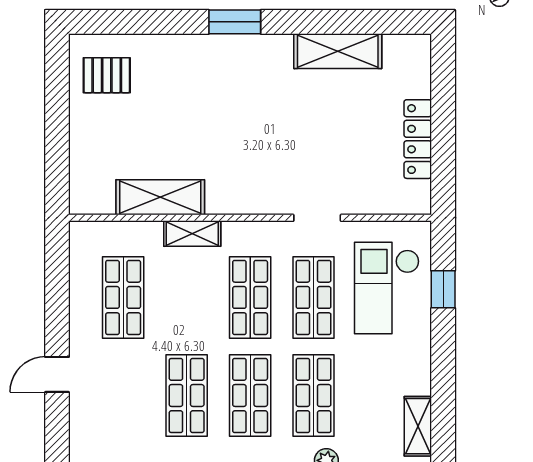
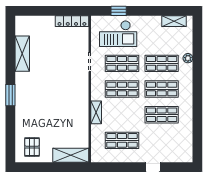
locker: (418, 139) -> (72, 21), moved
shelving: (160, 197) -> (71, 155), moved, turned 90

